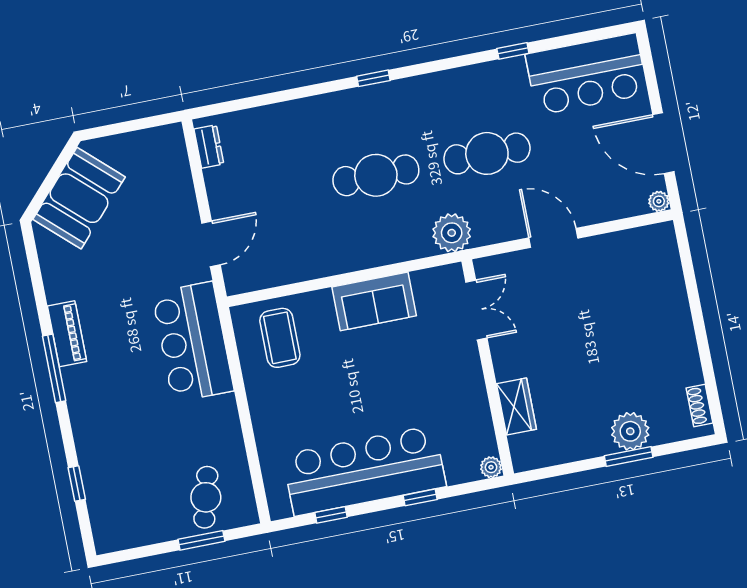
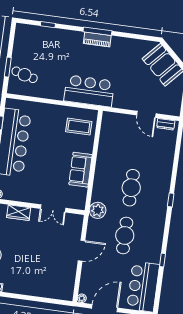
door: (211, 244) -> (146, 114), moved
double door: (476, 310) -> (53, 208), moved
piano: (67, 334) -> (97, 40), moved

